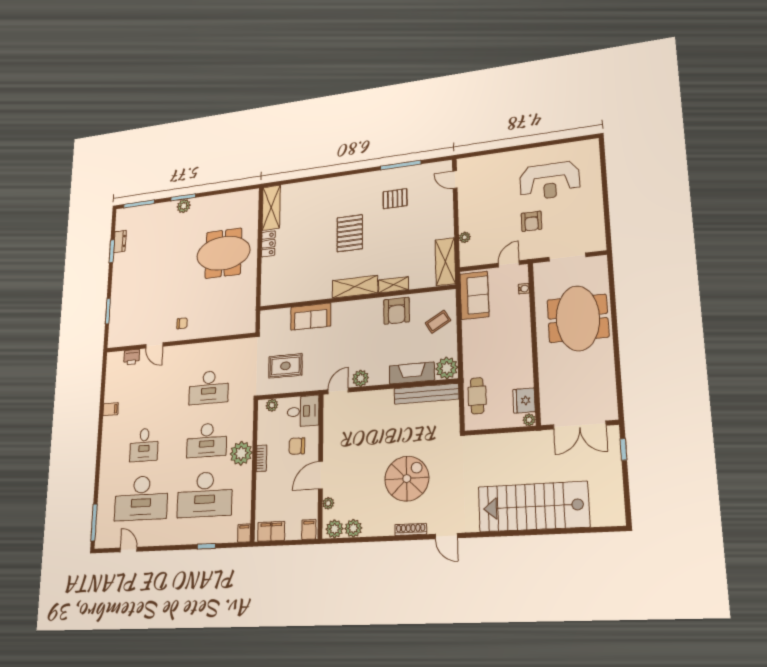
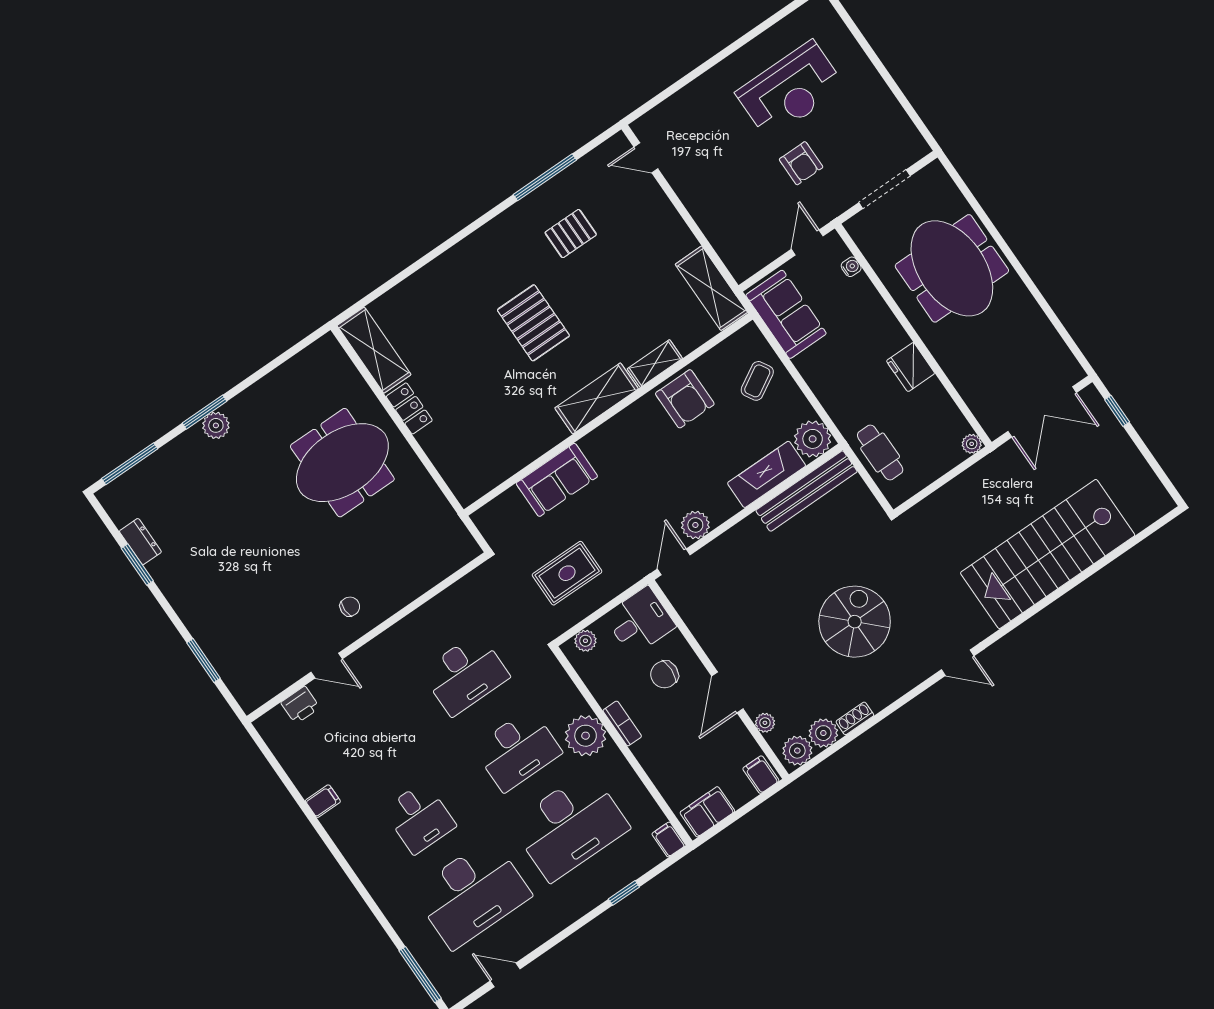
plant: (465, 237) -> (717, 237), removed
fridge: (524, 401) -> (911, 367), moved
shoe rack: (411, 529) -> (855, 718), moved, width x0.70

